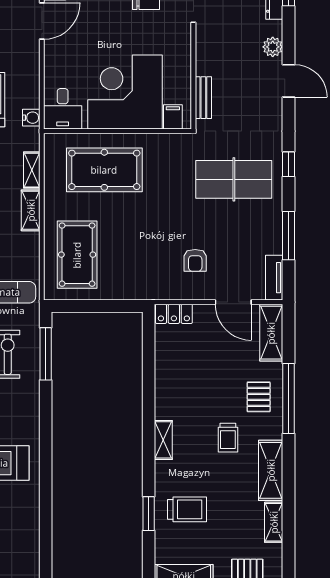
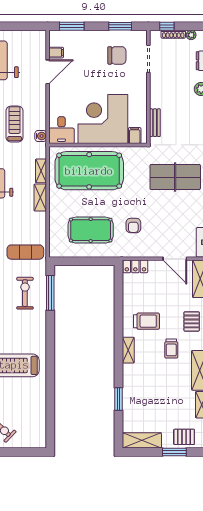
pool table: (104, 170) -> (89, 171), width x1.36, depth x1.32
pool table: (77, 255) -> (91, 230), moved, turned 90
armchair: (195, 260) -> (133, 226), moved
trolley: (187, 509) -> (146, 321), moved

